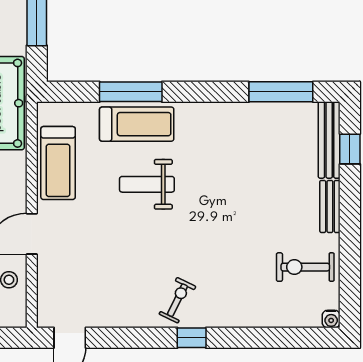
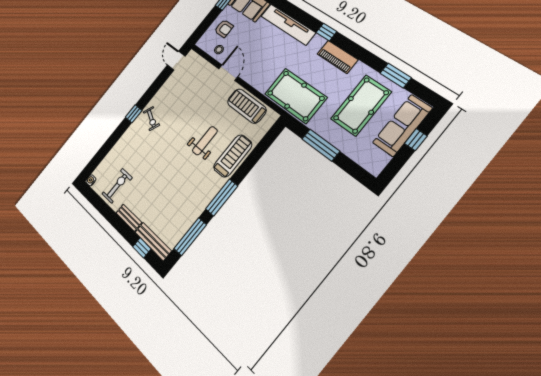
window: (131, 92) -> (222, 197), moved
treadmill: (137, 124) -> (233, 156), turned 180

